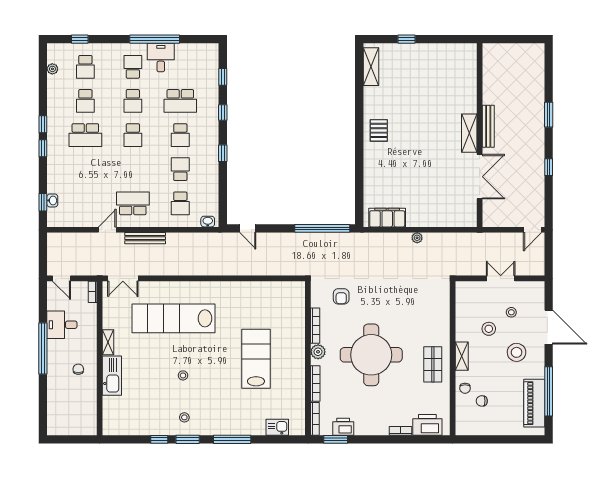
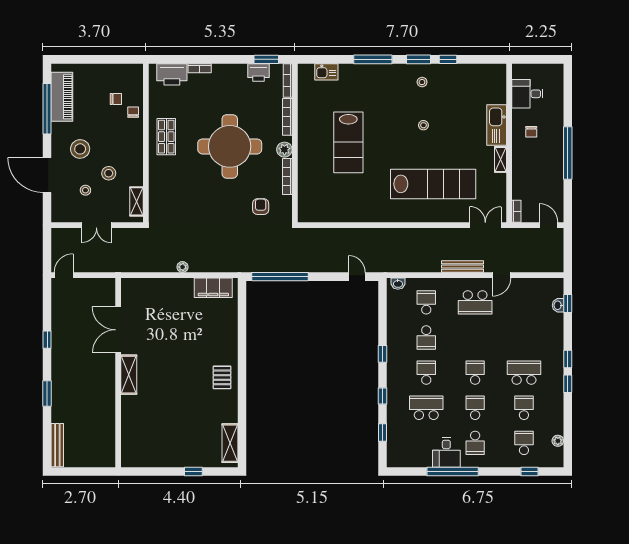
bench: (488, 126) -> (57, 445), moved
desk: (62, 325) -> (527, 94), moved, turned 180
shelving: (462, 356) -> (137, 201), moved

